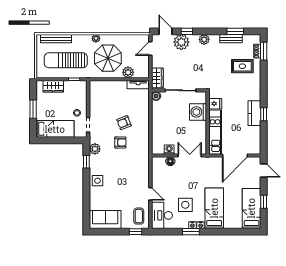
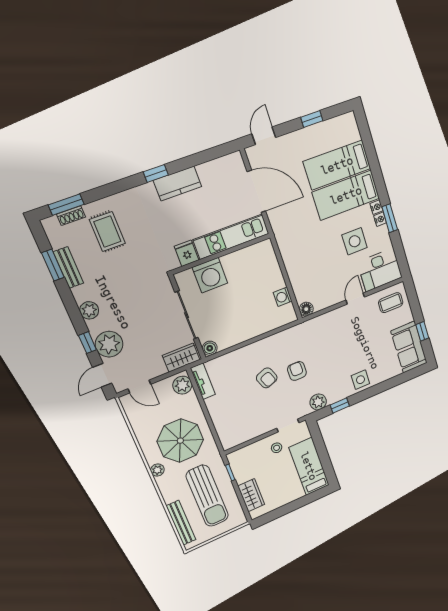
plant: (128, 72) -> (182, 385), moved
window: (33, 109) -> (293, 506), removed
window: (264, 114) -> (156, 173), moved
double door: (190, 156) -> (281, 263), removed
floor lamp: (170, 161) -> (306, 309), moved
bed: (251, 208) -> (337, 165), moved
window: (135, 232) -> (422, 331), moved

